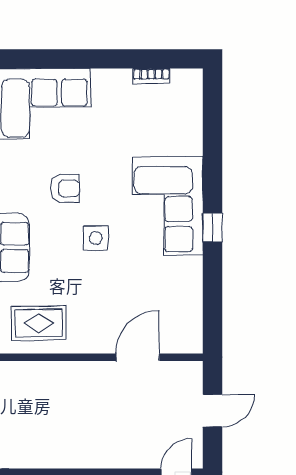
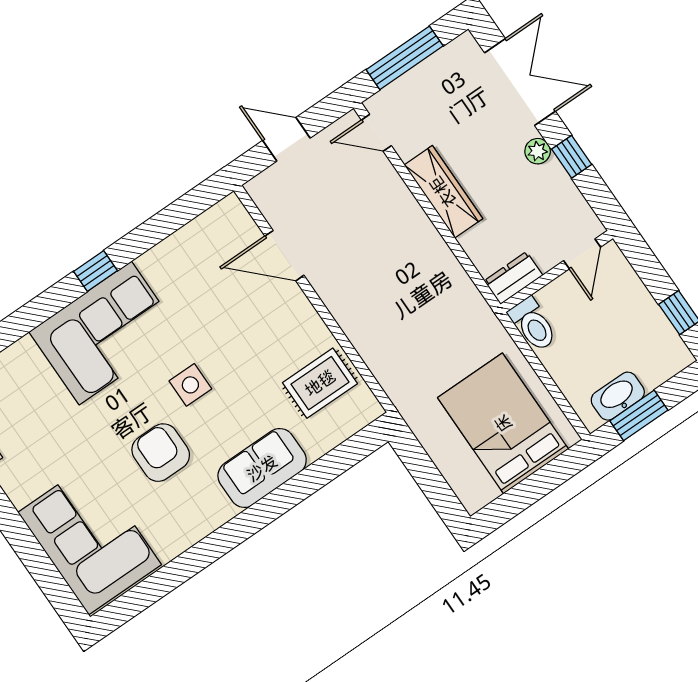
armchair: (65, 188) -> (161, 453), width x1.38, depth x1.38
rug: (39, 323) -> (320, 383), turned 90

